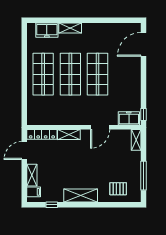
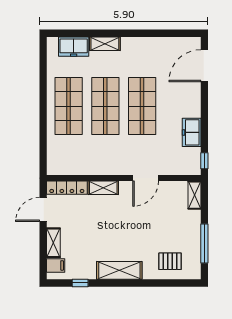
freezer: (129, 118) -> (192, 132), moved, turned -90

